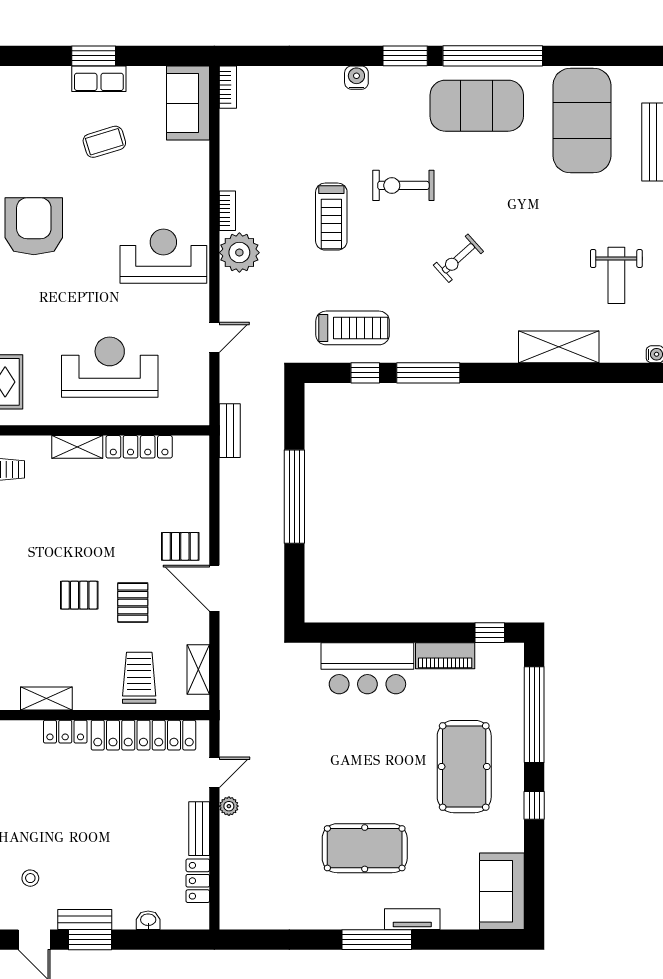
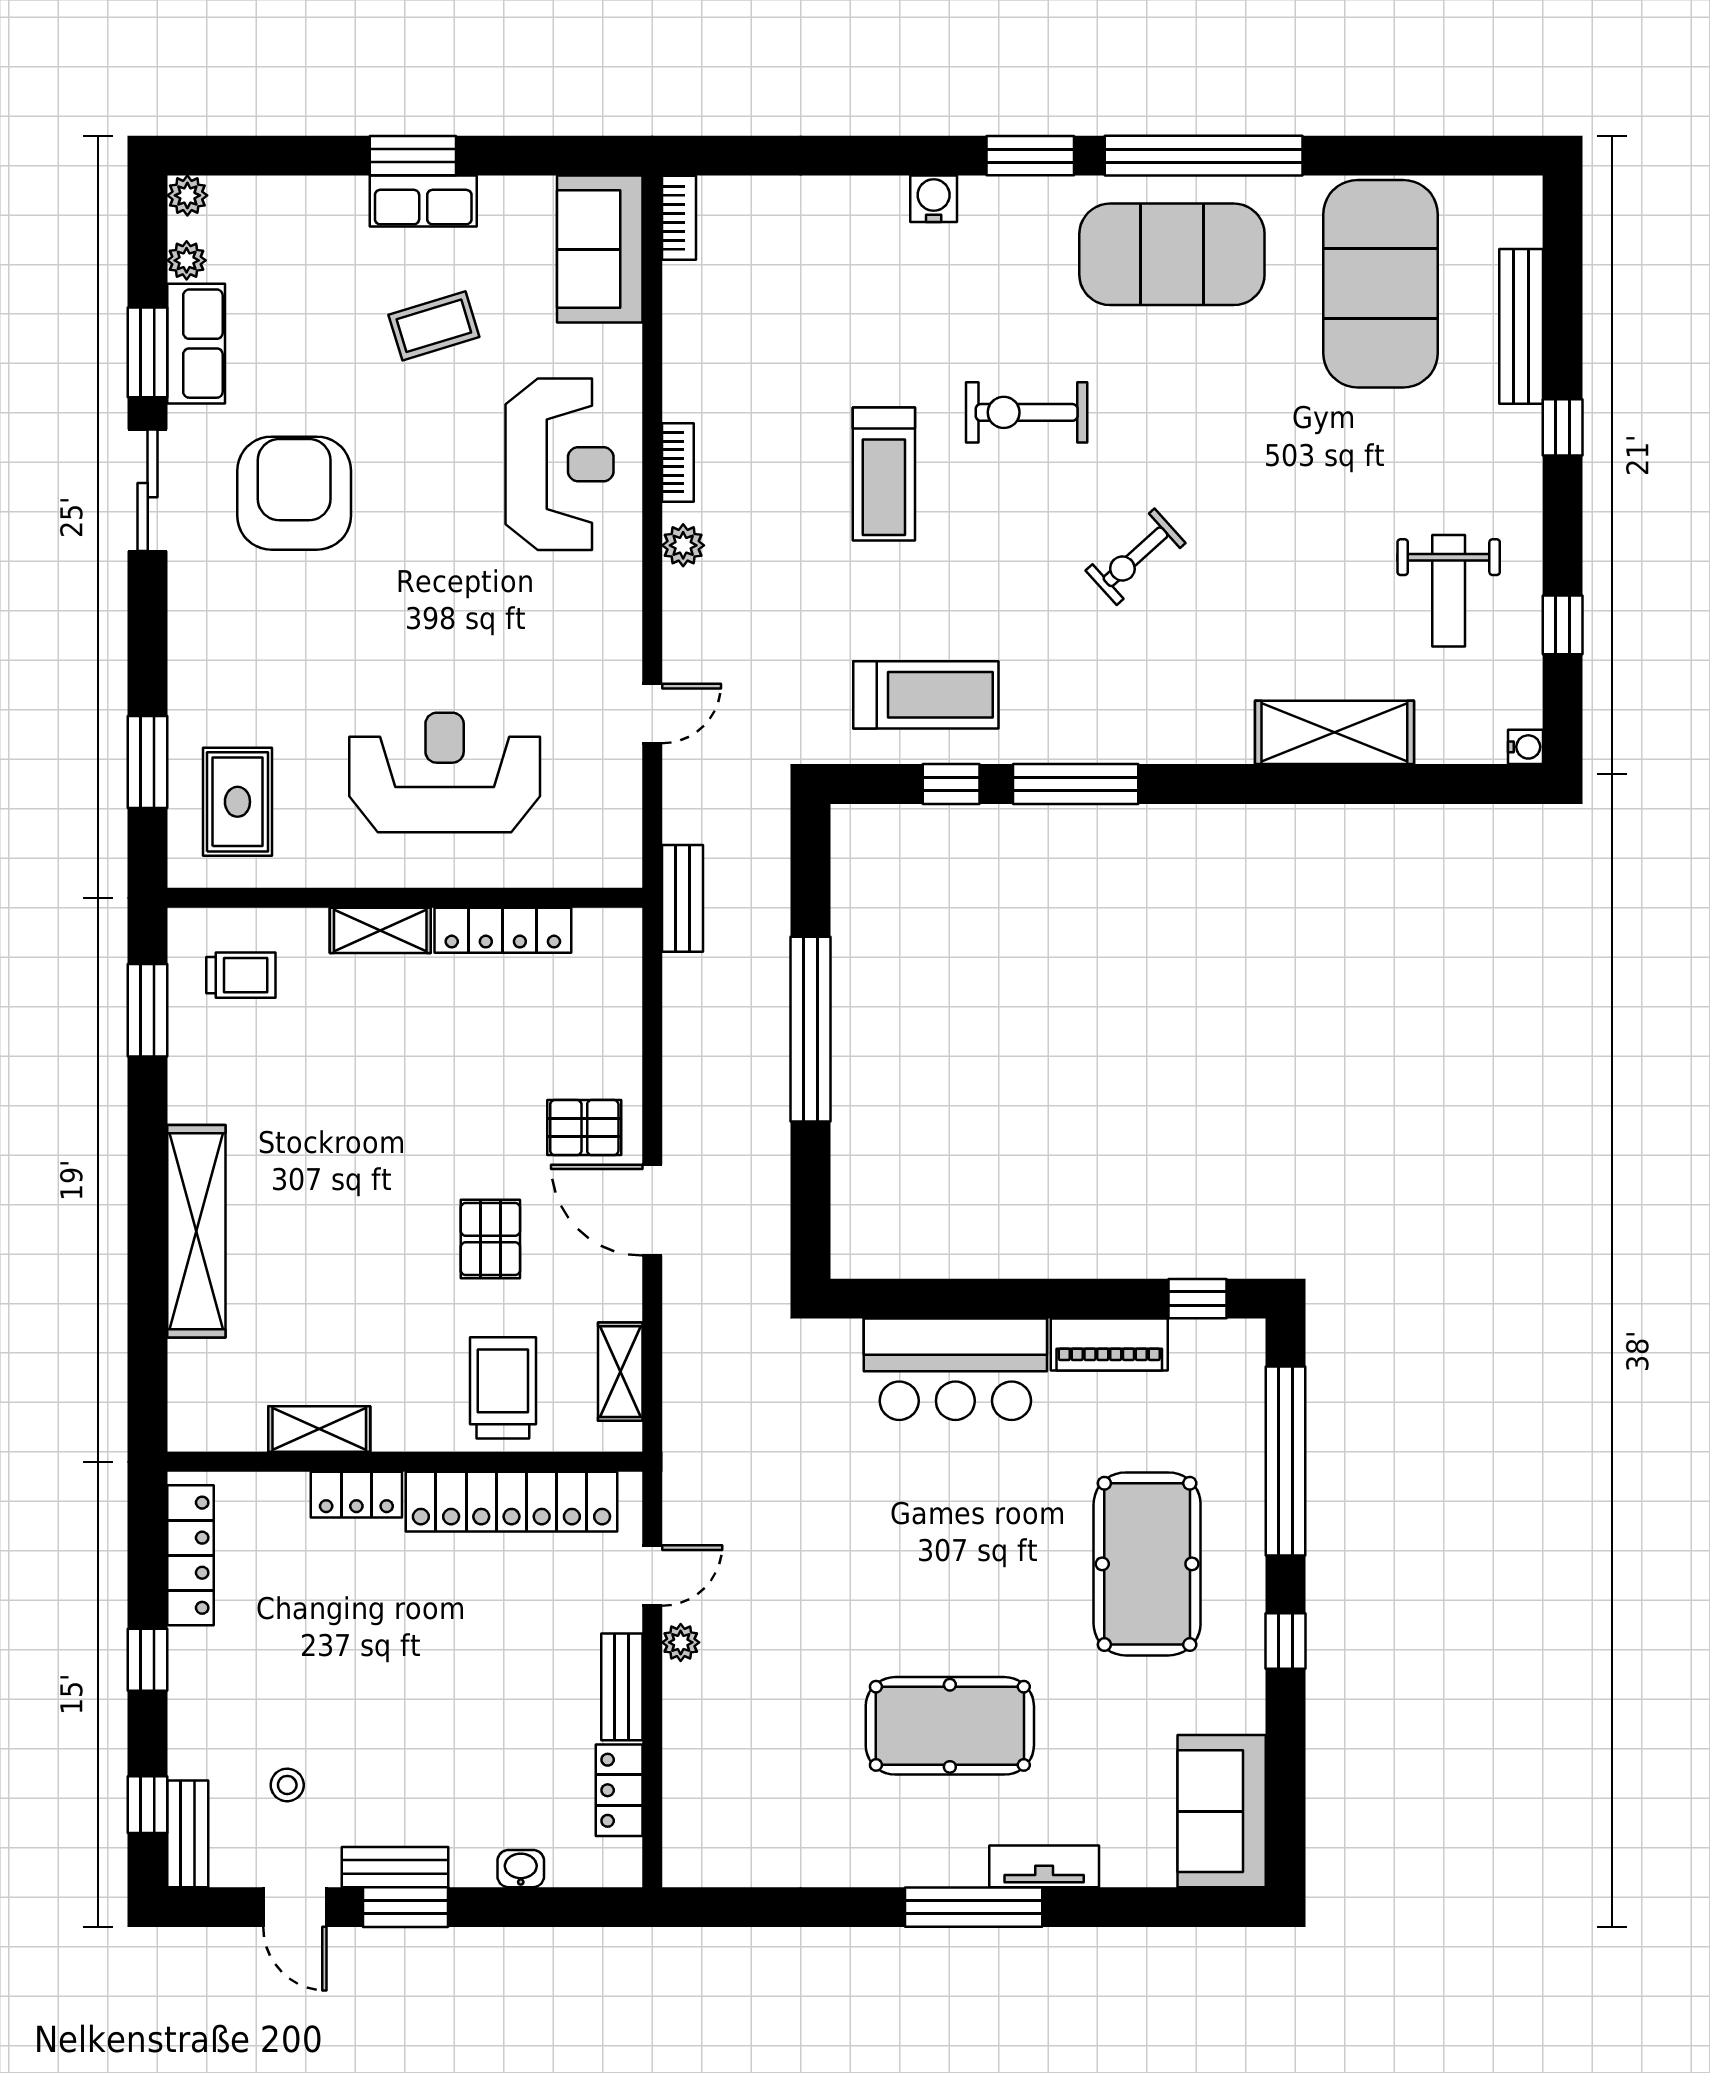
plant: (239, 253) -> (683, 545), width x0.53, depth x0.53
reception desk: (163, 256) -> (559, 464), moved, turned 90
pallet: (79, 595) -> (384, 1224), removed

